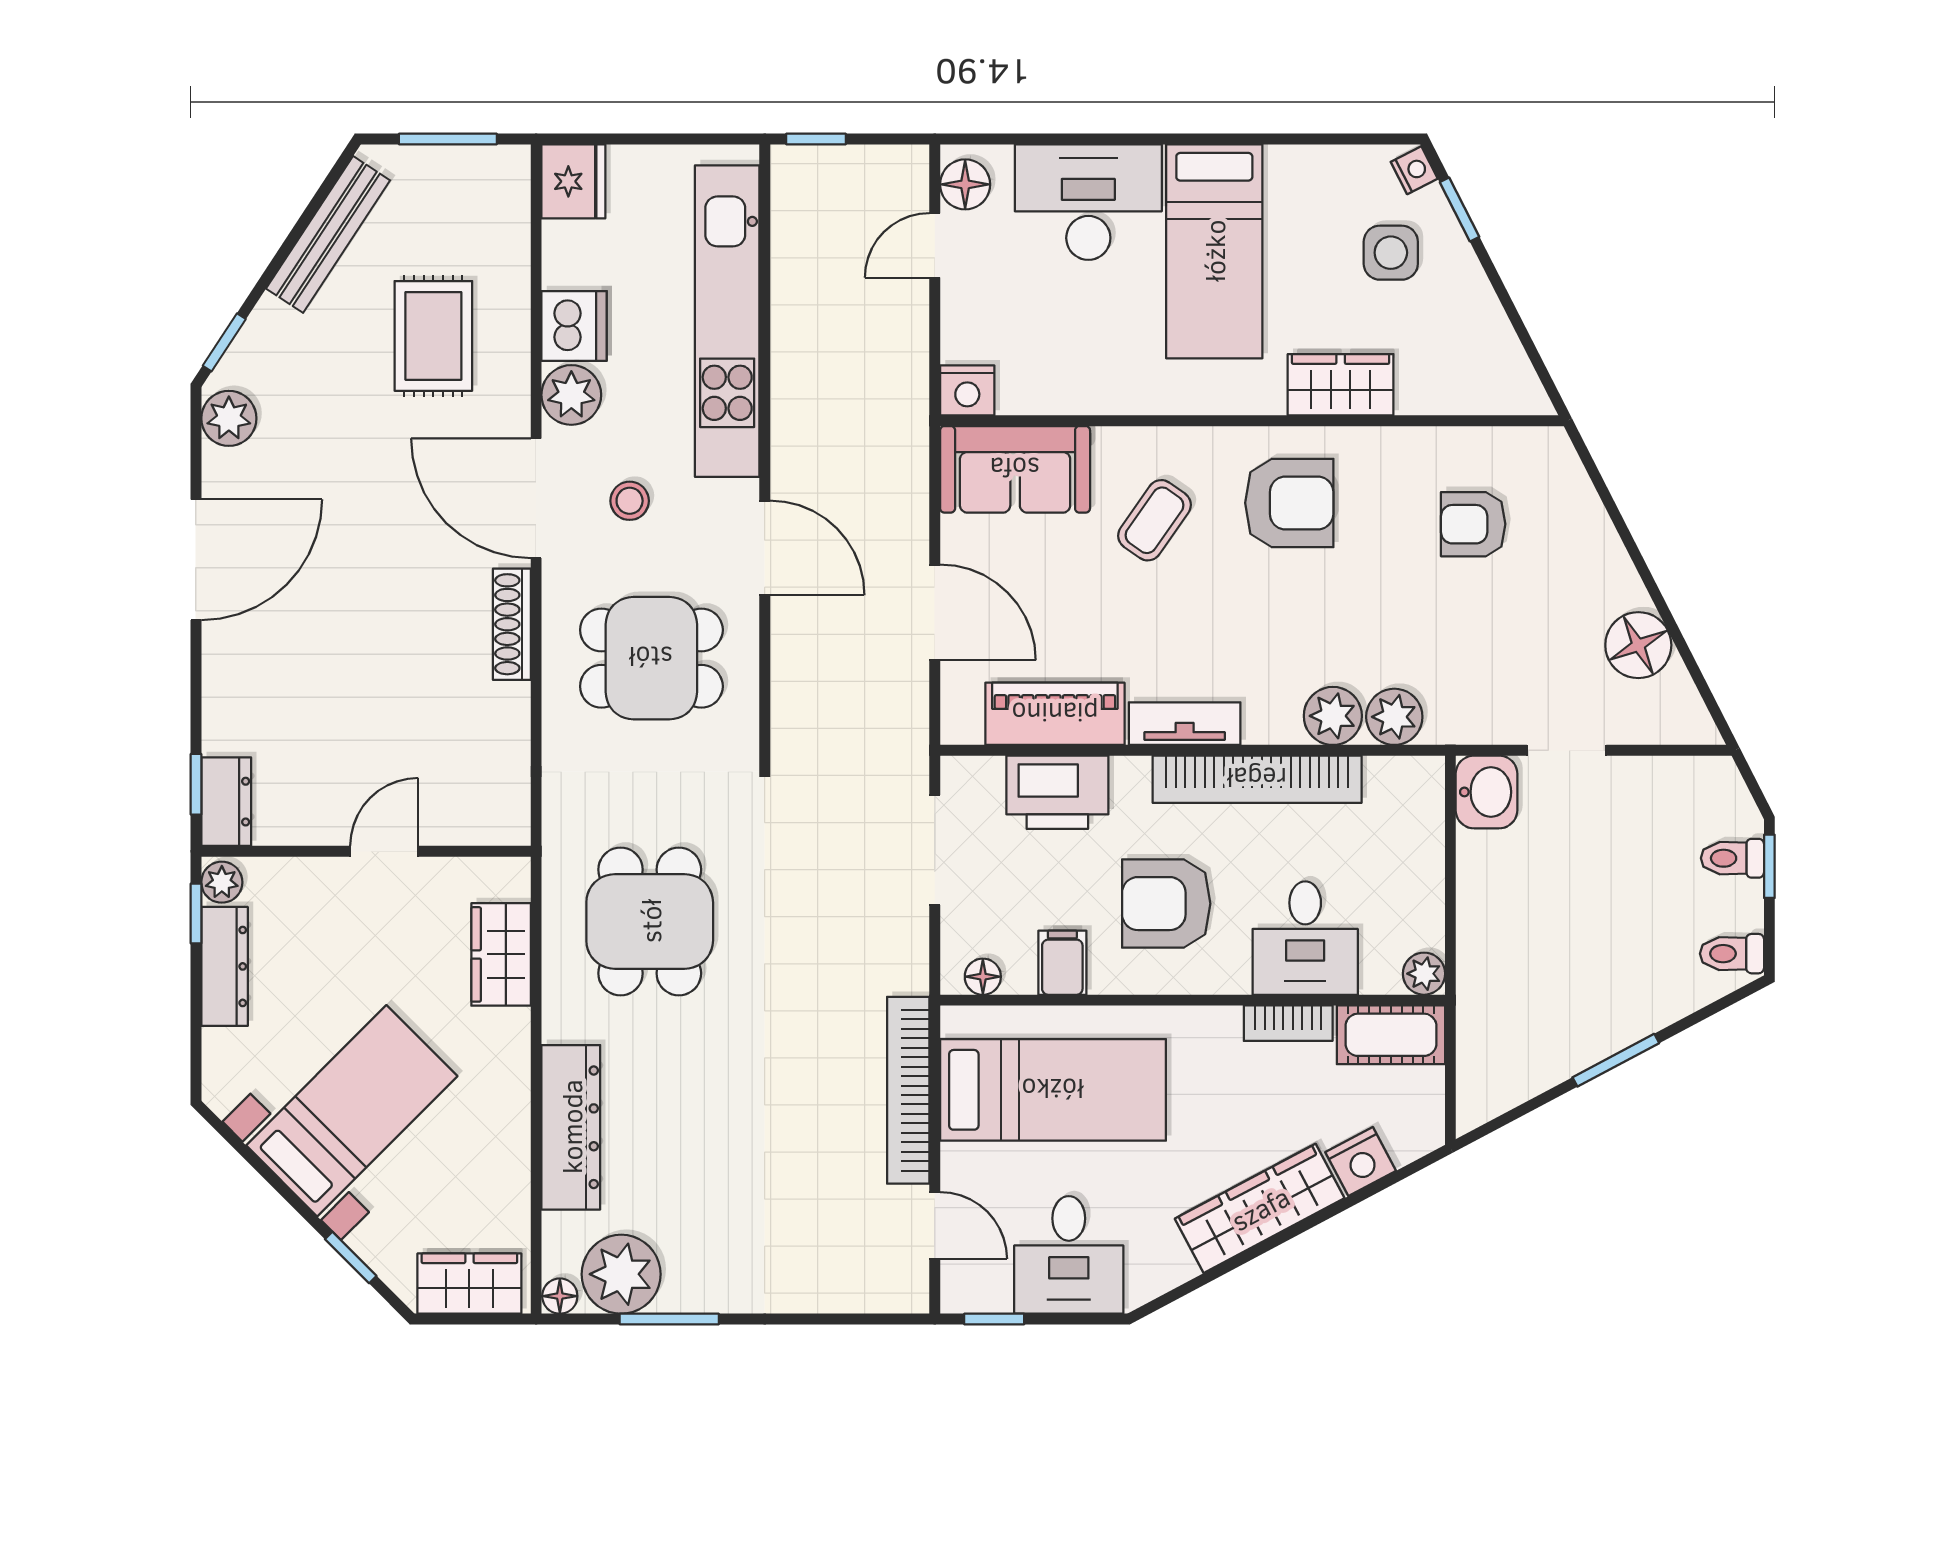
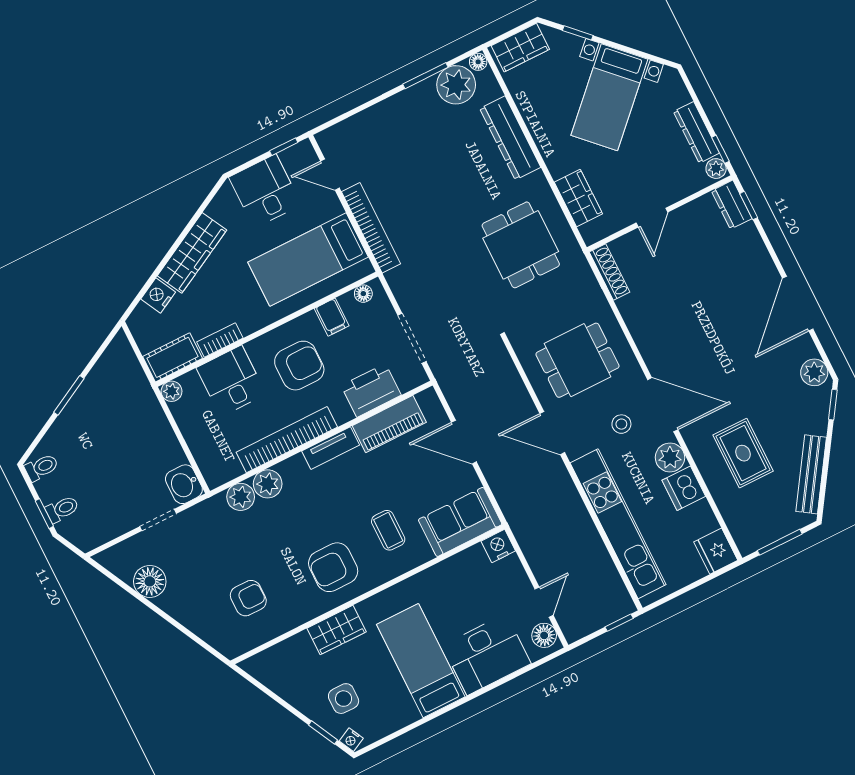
coffee table: (1154, 520) -> (388, 530), turned -35
shoe rack: (512, 624) -> (610, 272), moved

